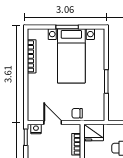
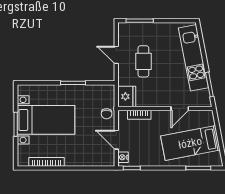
door: (53, 122) -> (116, 140), hinge flipped

